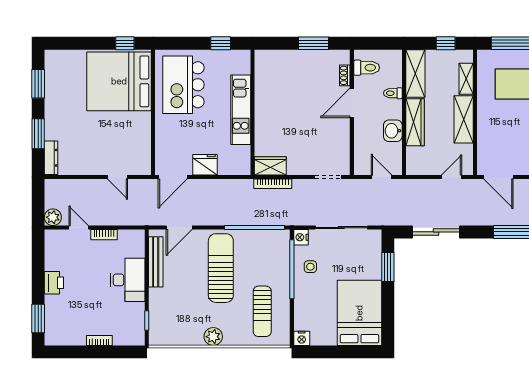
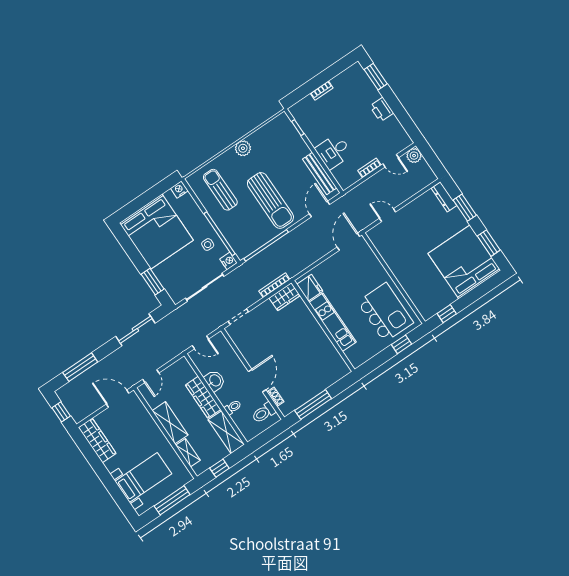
window: (221, 43) -> (402, 344), moved
window: (314, 43) -> (313, 404), width x1.44
bed: (119, 81) -> (464, 262), moved, turned -90
fridge: (205, 165) -> (310, 288), moved, turned -90
desk: (128, 280) -> (334, 151), width x0.73
bed: (359, 313) -> (156, 232), width x1.36

